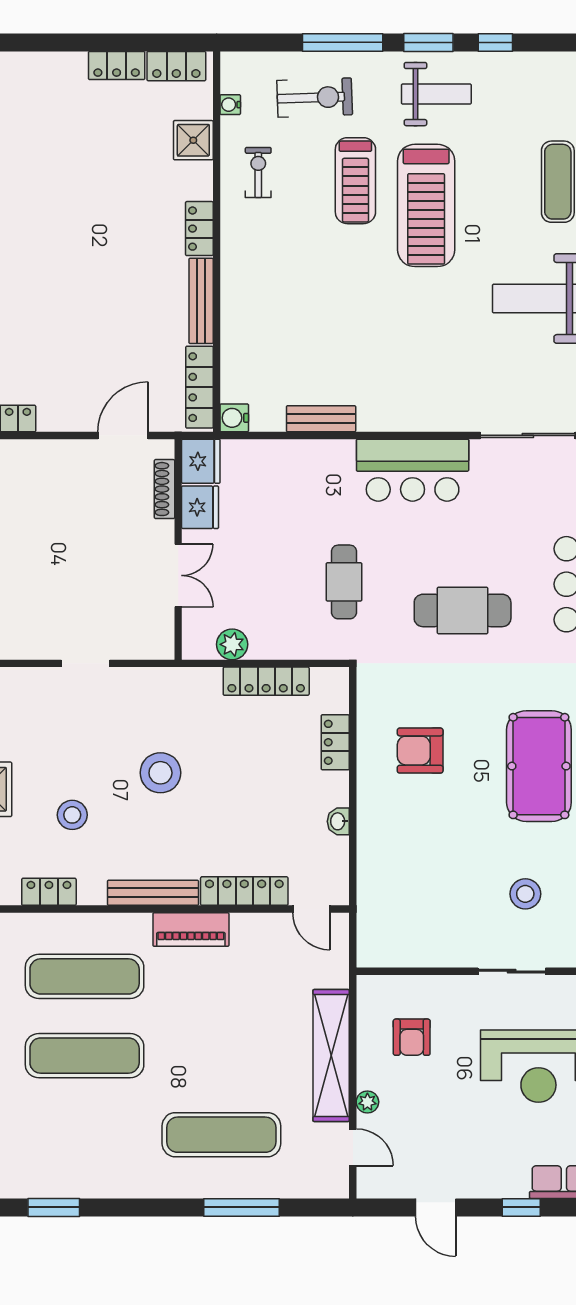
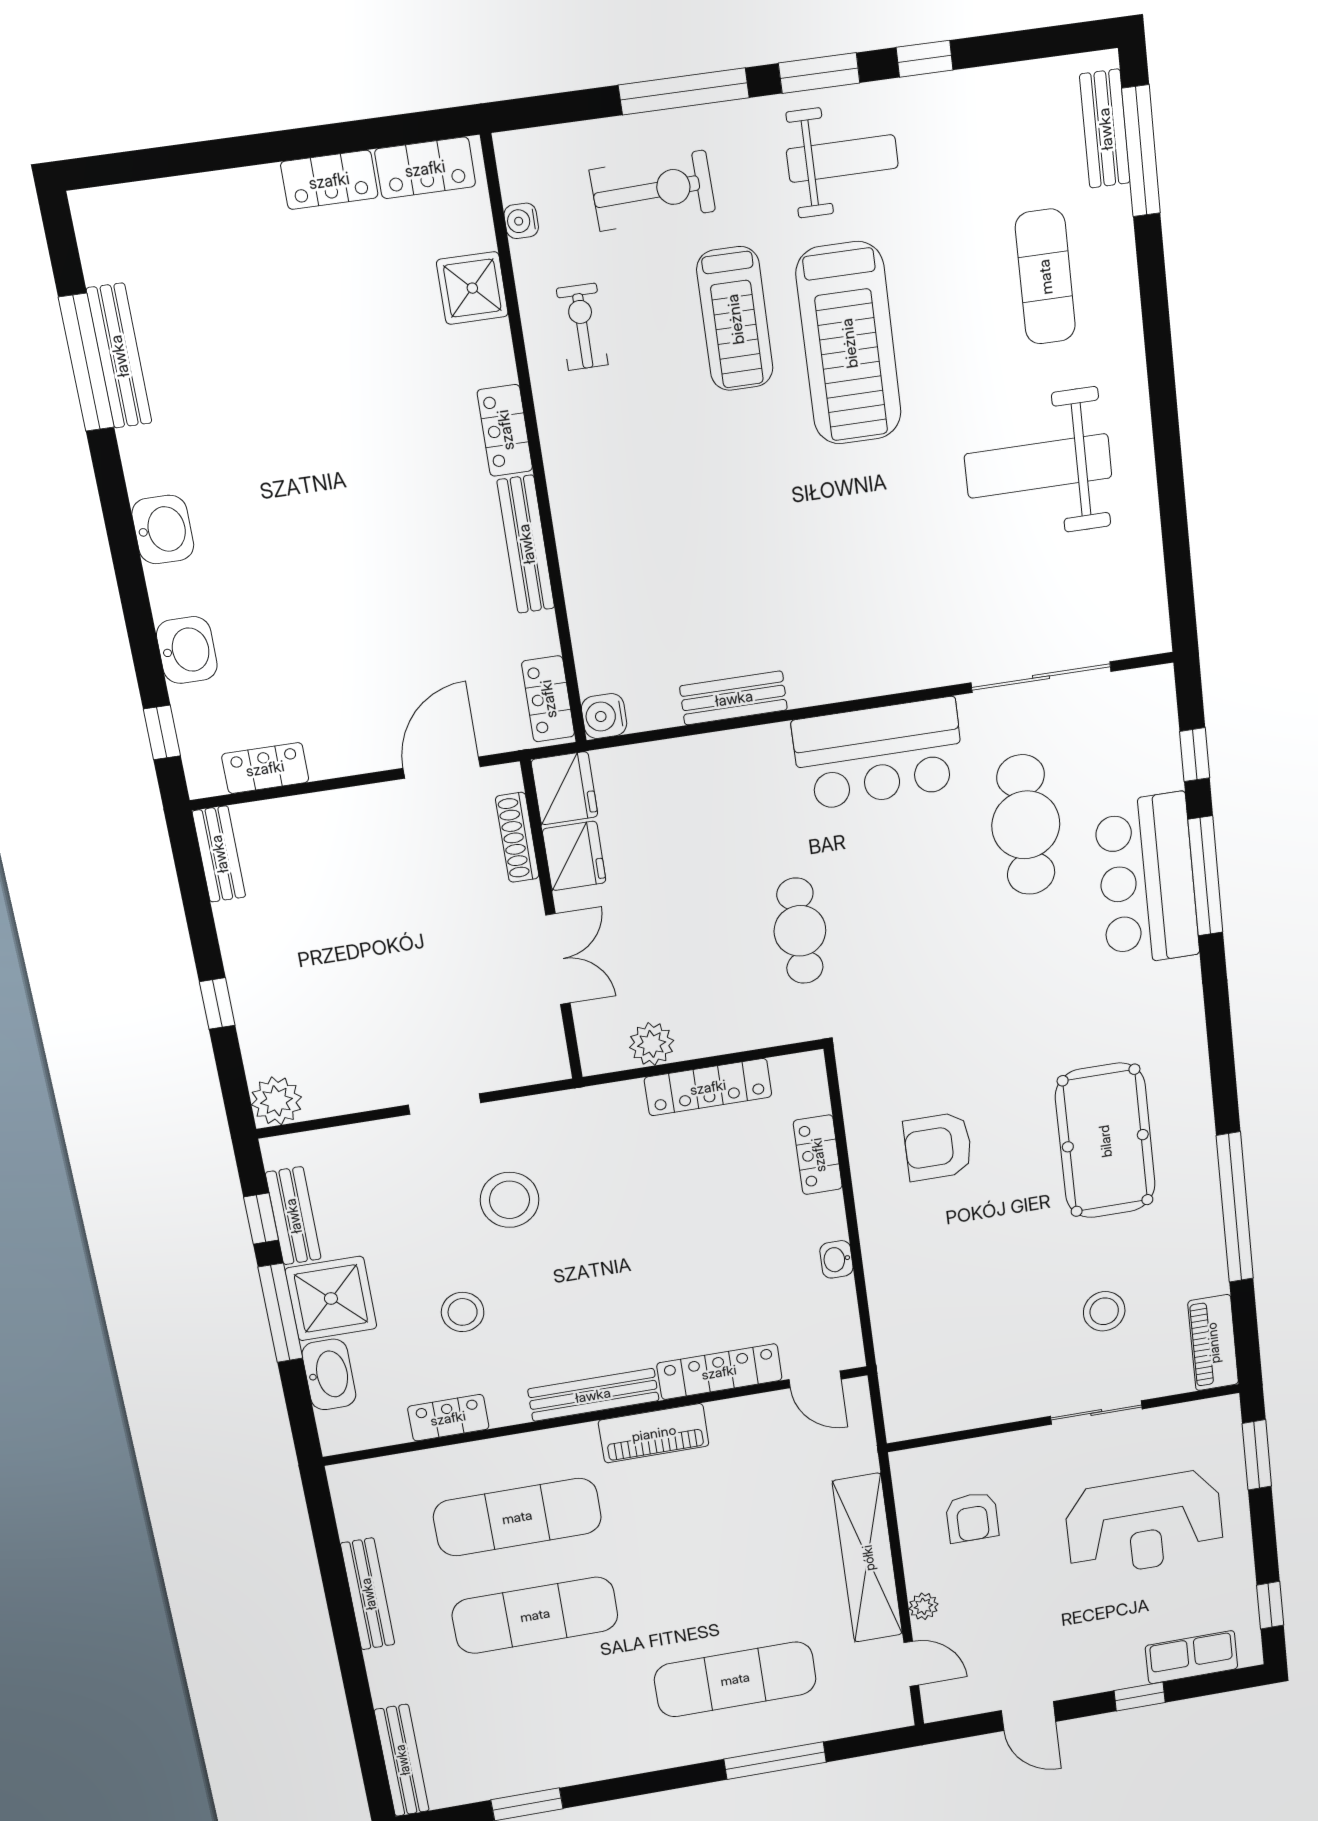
locker: (199, 387) -> (548, 699), width x0.66
cafe table: (463, 610) -> (1026, 825), moved, turned 90
stool: (160, 773) -> (509, 1200), moved

